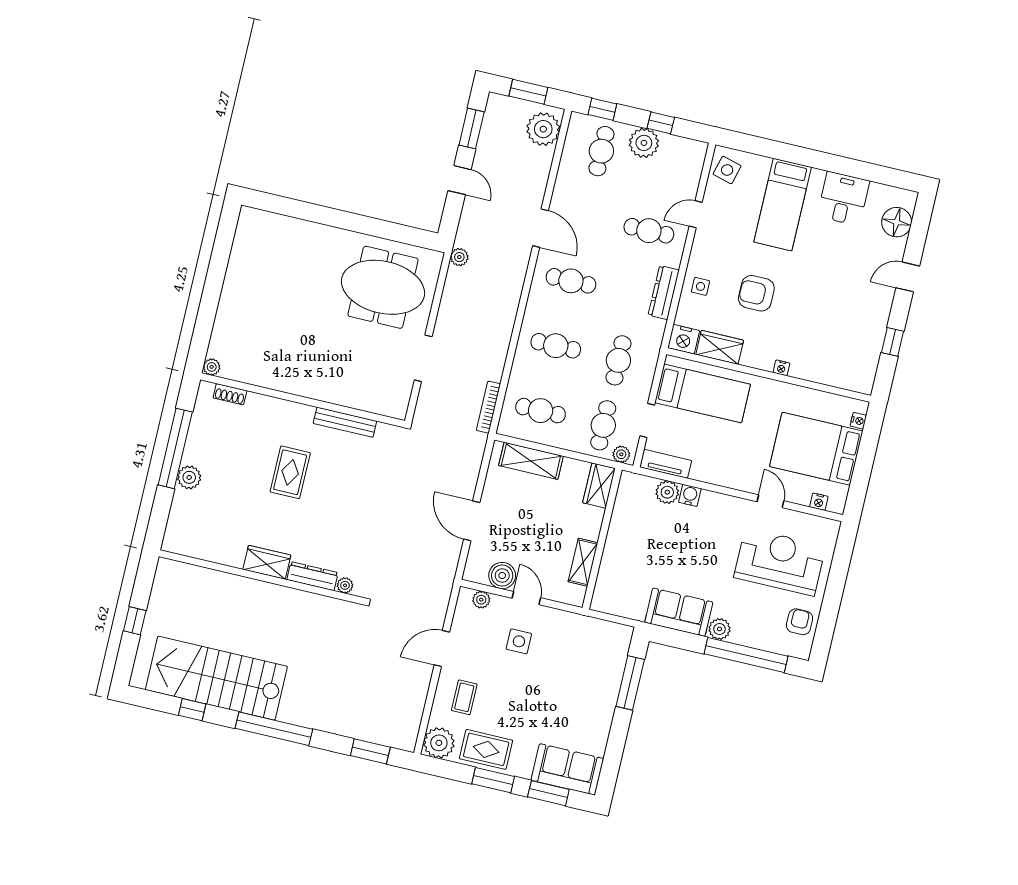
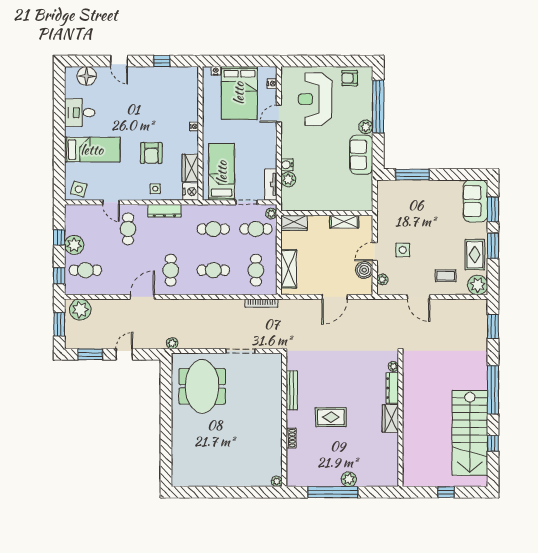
cafe table: (556, 346) -> (213, 270), turned 90
shoe rack: (230, 394) -> (291, 438), moved

